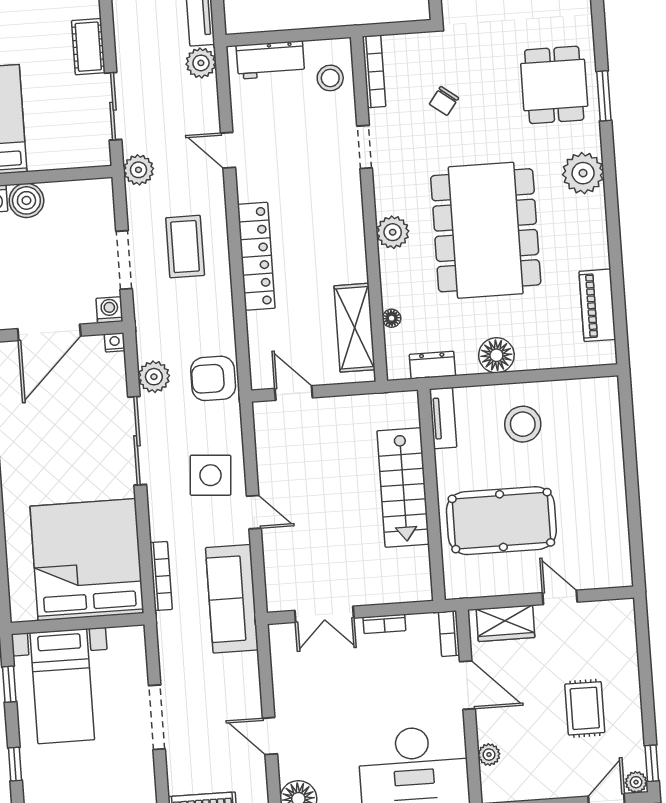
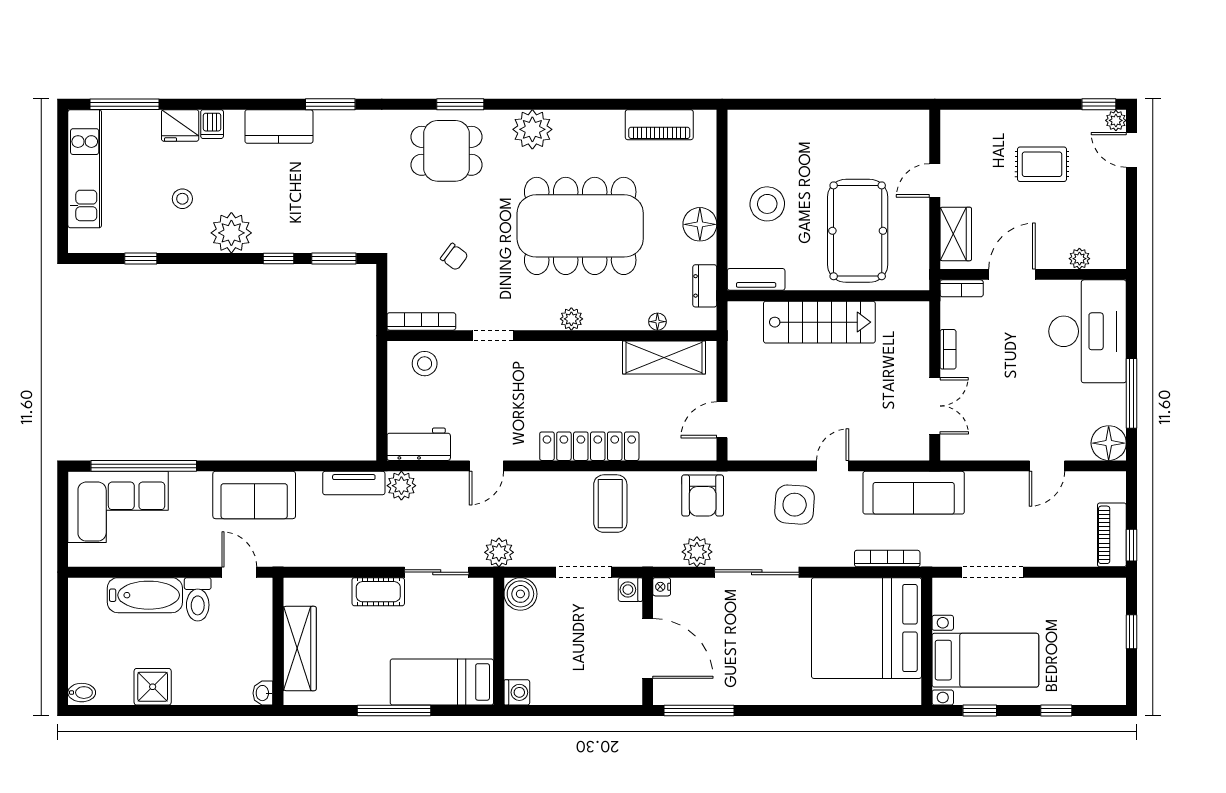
workbench: (270, 60) -> (419, 444), moved, turned -90
boiler: (26, 200) -> (520, 594), moved
plant: (393, 232) -> (571, 319), width x0.73, depth x0.73
coffee table: (185, 247) -> (610, 504), moved, turned 90
doorway: (157, 717) -> (992, 572), moved

